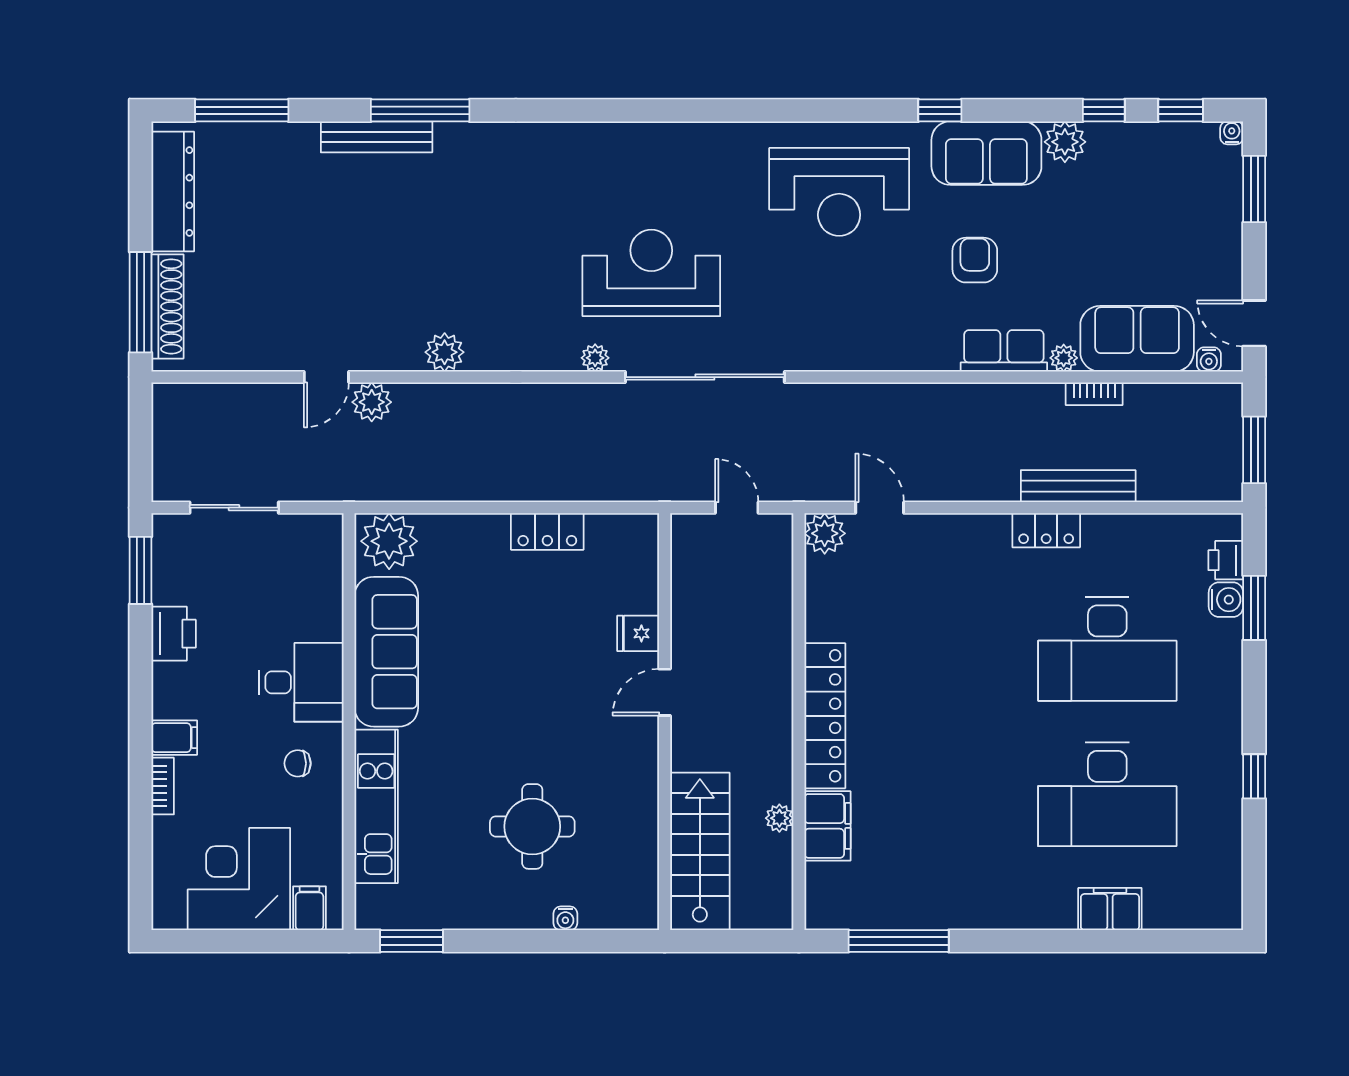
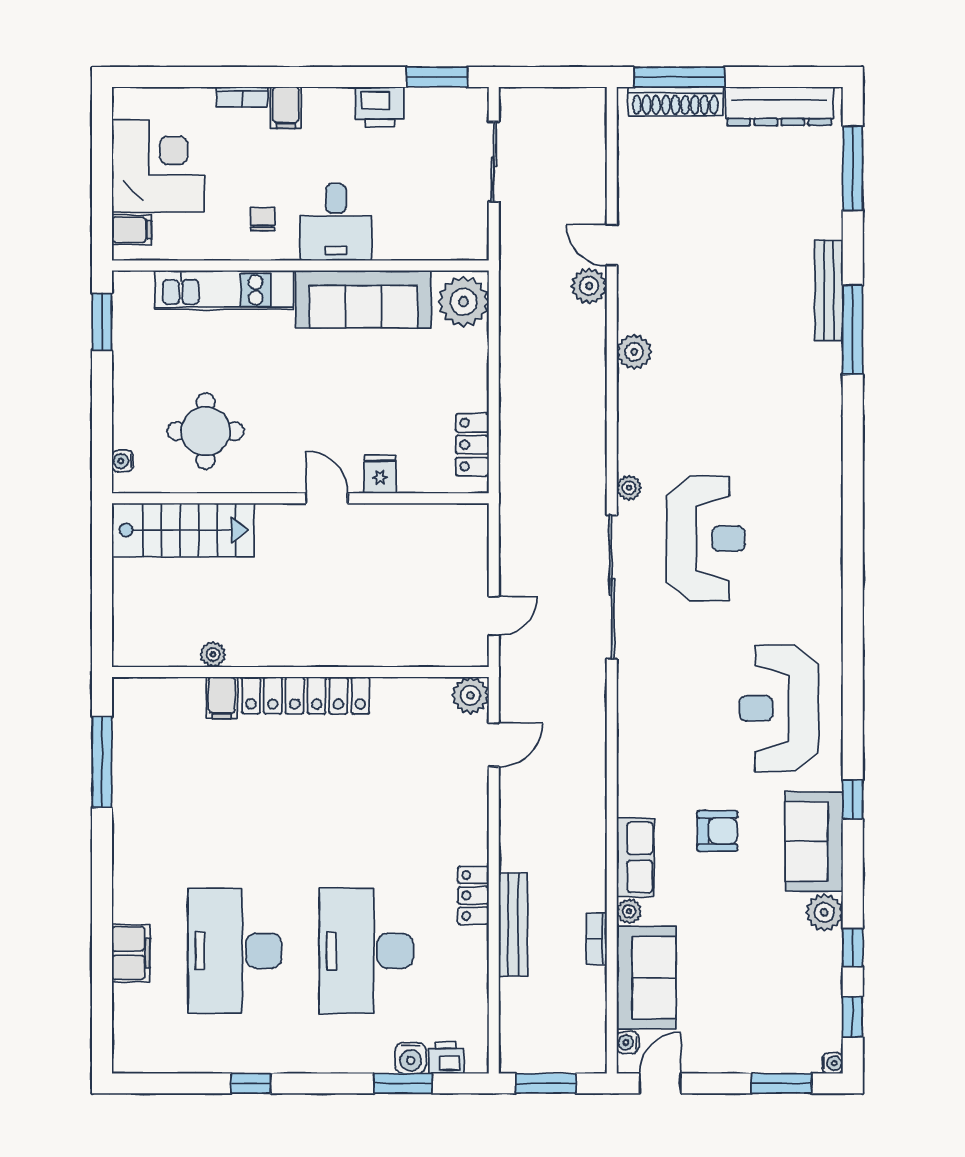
fridge: (638, 633) -> (380, 474), moved
door: (665, 692) -> (327, 498), moved
wall: (665, 722) -> (300, 498), moved
filing cabinet: (827, 826) -> (222, 698), width x0.50
stairs: (700, 851) -> (183, 530), moved

